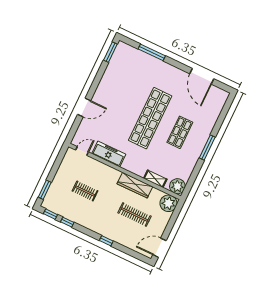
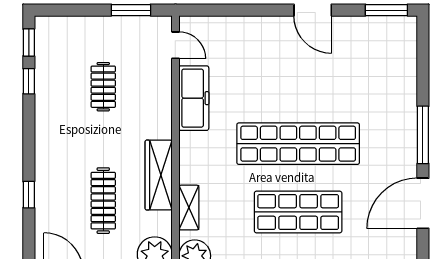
window: (152, 52) -> (423, 135), moved
door: (84, 108) -> (313, 10), moved
shop shelf: (180, 132) -> (298, 212), width x1.43, depth x1.36
window: (45, 190) -> (131, 10), moved
window: (106, 241) -> (29, 195), moved

